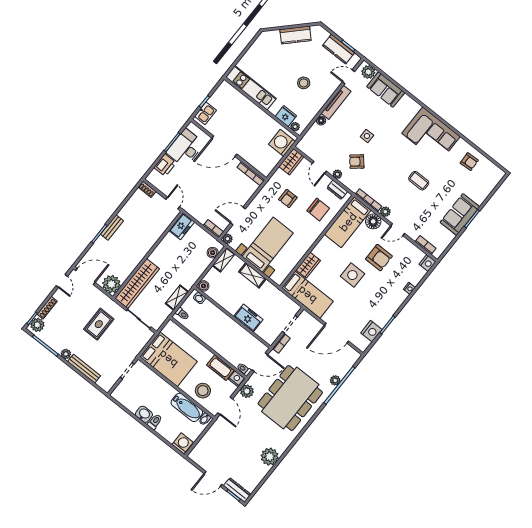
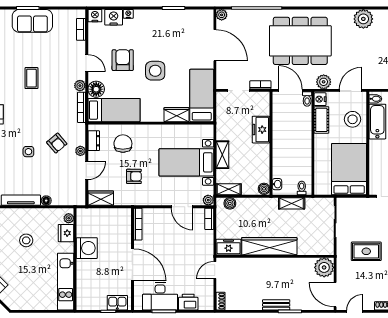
washing machine: (282, 143) -> (87, 248), moved, turned -90
wardrobe: (137, 284) -> (269, 246), moved
nightstand: (371, 331) -> (114, 17), moved
plant: (335, 380) -> (222, 15), moved

